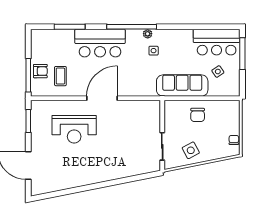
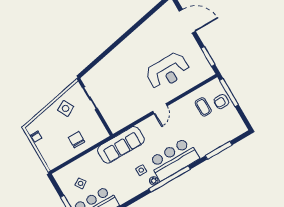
bar counter: (100, 43) -> (174, 159), moved
sofa: (182, 86) -> (121, 145), moved
door: (102, 98) -> (160, 109), width x0.53
reception desk: (74, 129) -> (168, 71), turned 180

